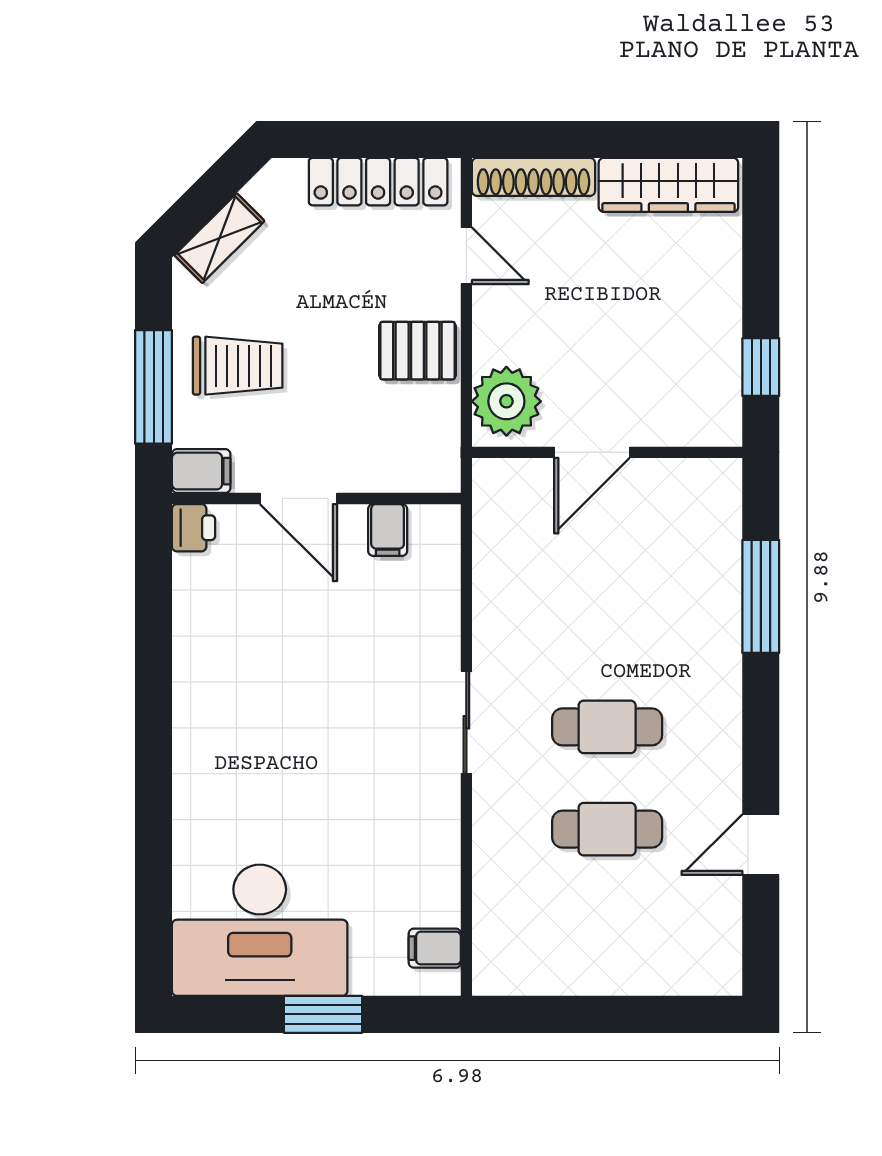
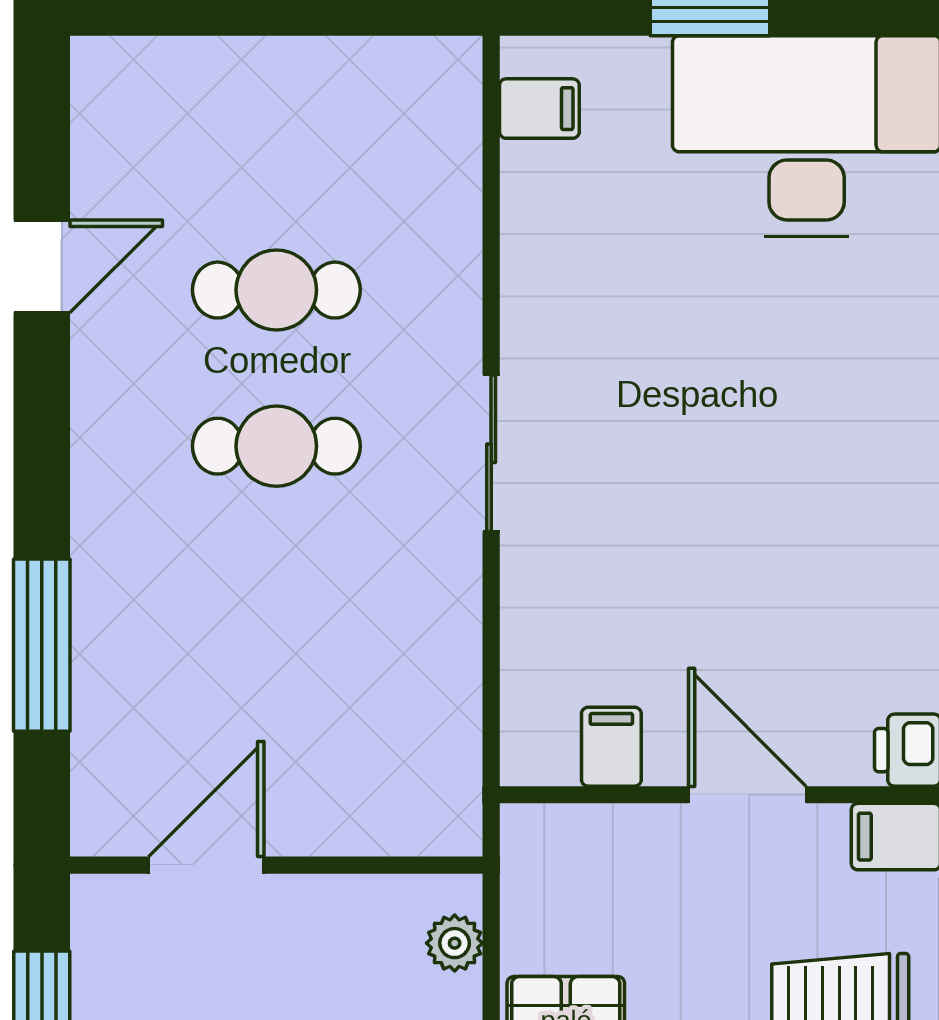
plant: (506, 401) -> (455, 943), width x0.53, depth x0.53
door: (592, 452) -> (206, 865), moved

